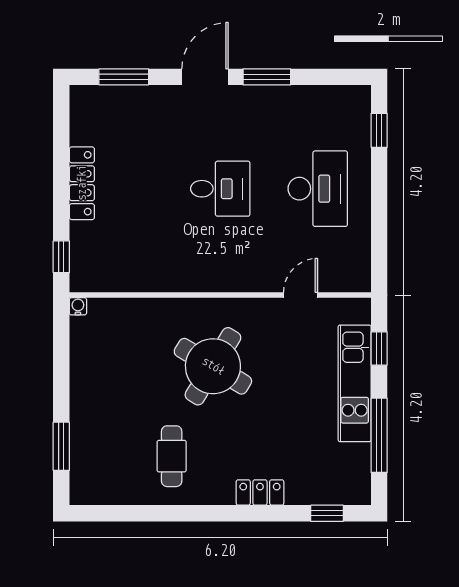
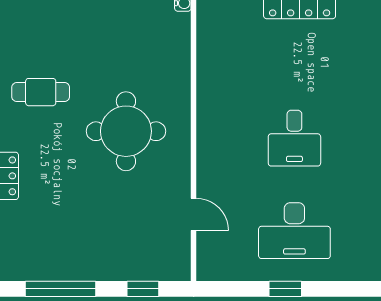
window: (379, 130) -> (285, 289), moved
round table: (213, 366) -> (126, 131), turned -31
kitchen unit: (355, 383) -> (110, 266), removed

